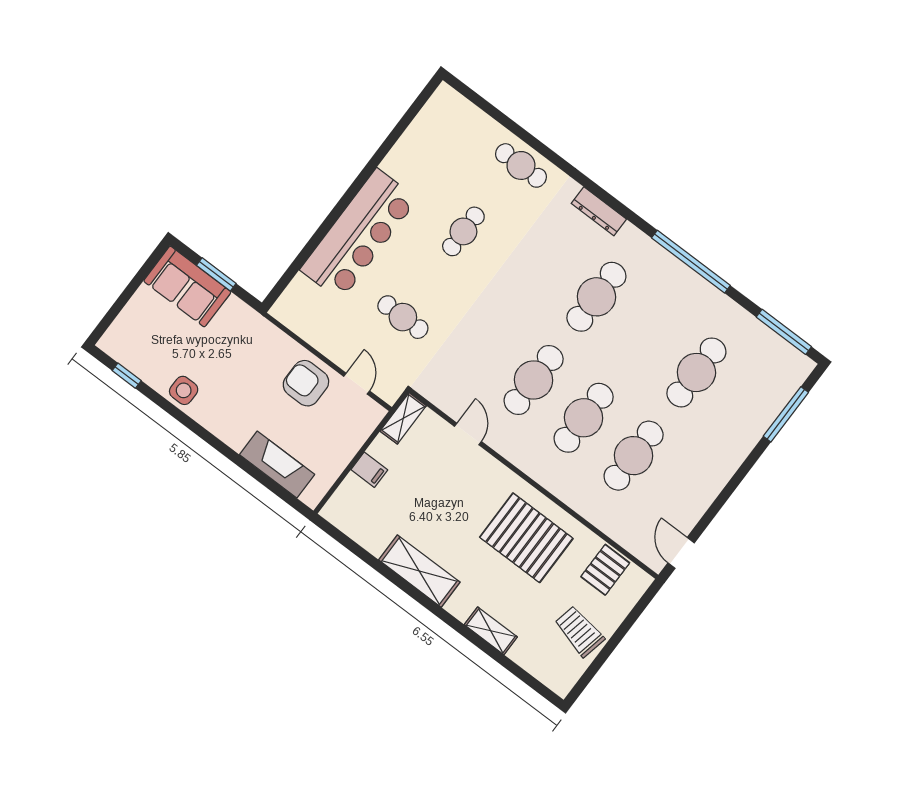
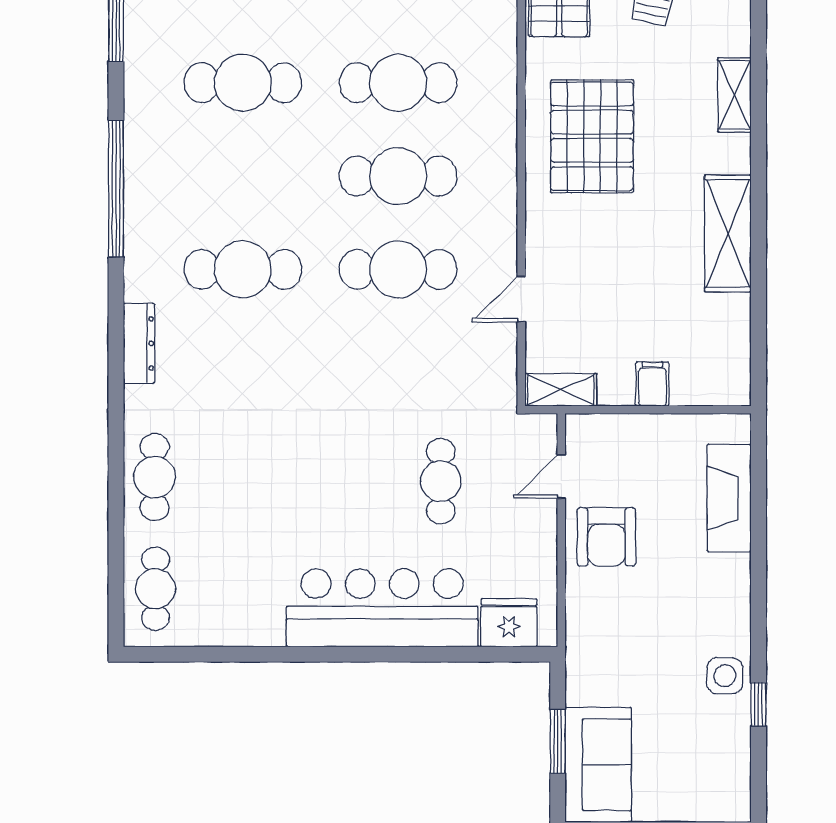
cafe table: (463, 231) -> (156, 589), moved, turned 90
fridge: (299, 296) -> (509, 623), added
window: (127, 376) -> (758, 704), moved

